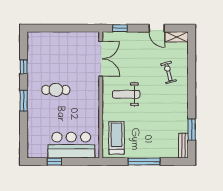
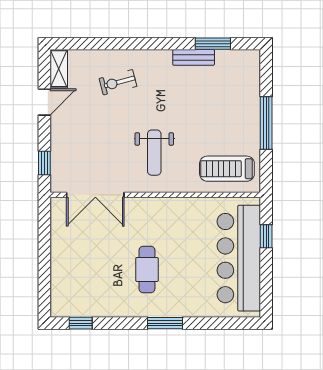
double door: (101, 59) -> (95, 195), swing flipped
window: (24, 67) -> (81, 323), moved
bar counter: (71, 145) -> (239, 258), width x1.36
bench: (183, 146) -> (194, 57), moved
window: (54, 162) -> (266, 236), moved

